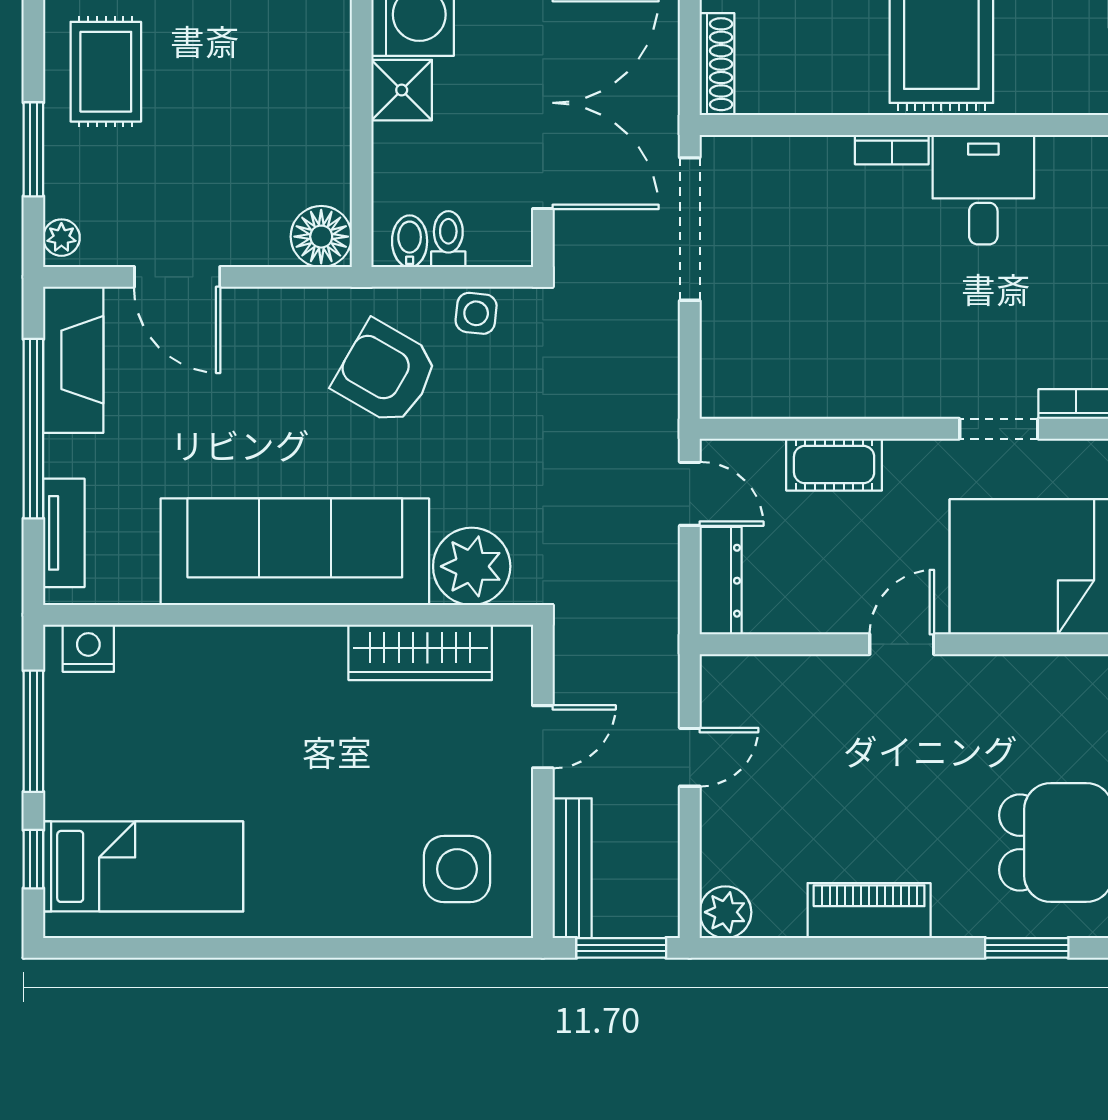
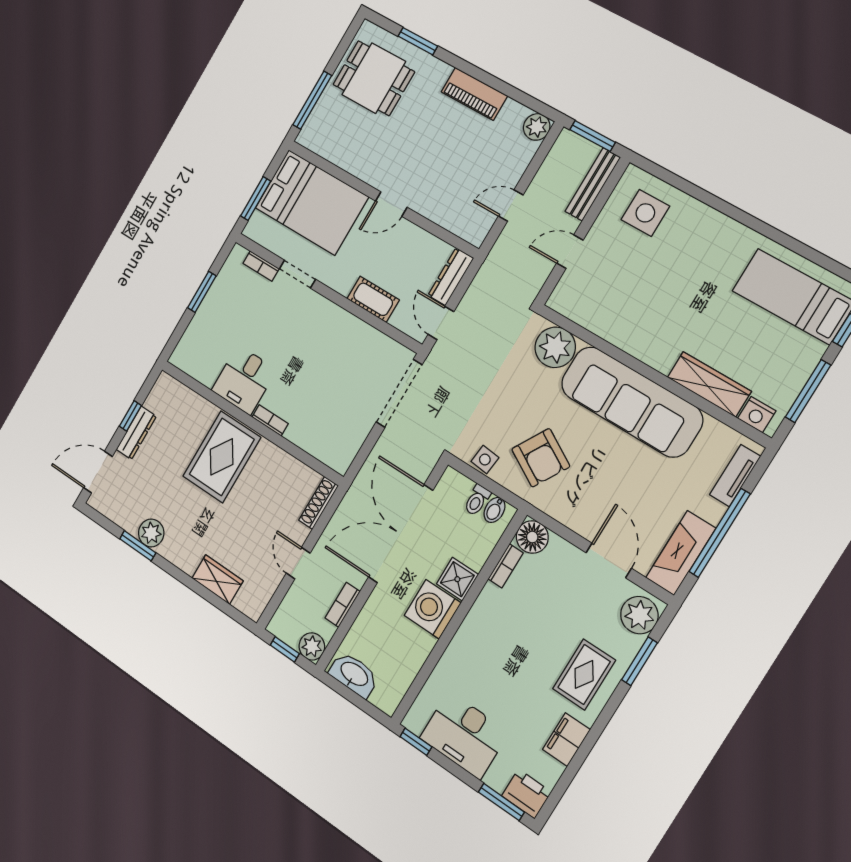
bookcase: (336, 162) -> (506, 566), added
doorway: (690, 229) -> (399, 393), moved
plant: (61, 238) -> (639, 615), width x1.88, depth x1.88
wardrobe: (420, 652) -> (709, 384), moved

